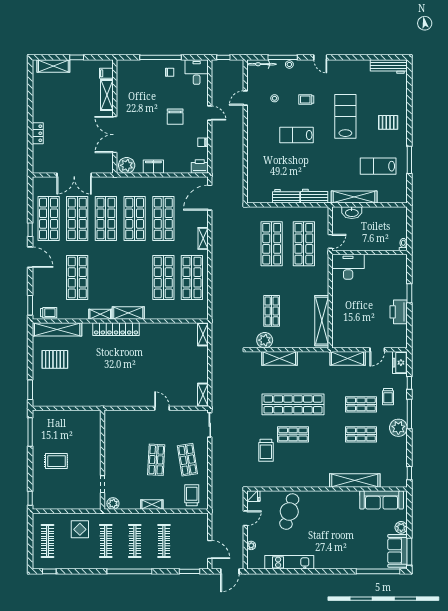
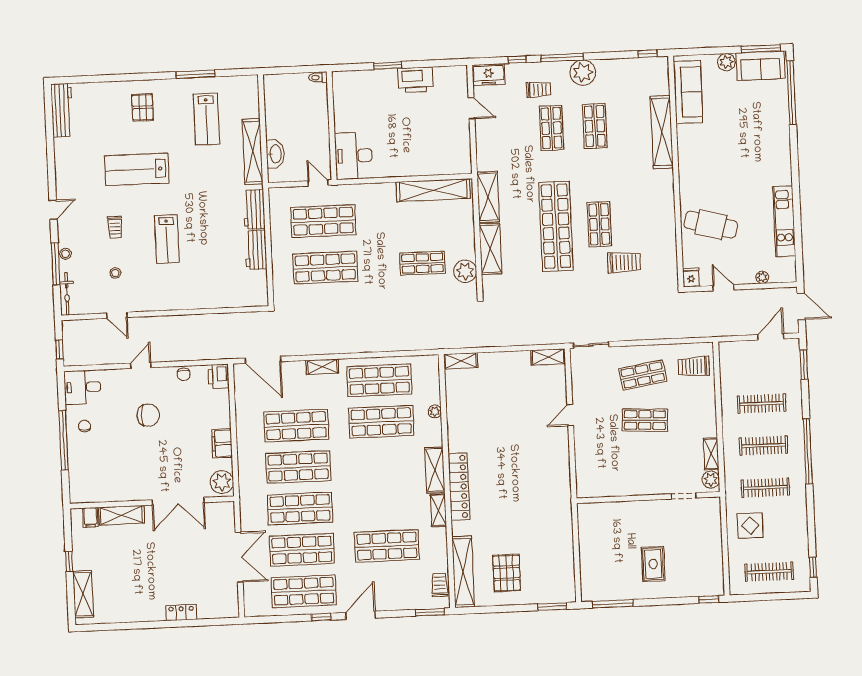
plant: (169, 315) -> (435, 411), added
shelving: (348, 358) -> (488, 197), moved
shelving: (152, 505) -> (711, 454), moved

